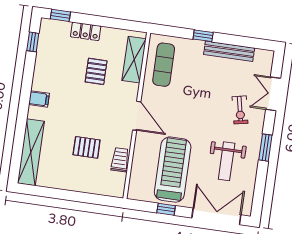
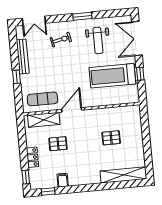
double door: (273, 94) -> (34, 21), moved
filing cabinet: (39, 99) -> (63, 180), moved
door: (137, 116) -> (72, 110), moved
pallet: (87, 147) -> (111, 138), turned 90
trolley: (120, 160) -> (114, 113), removed
weight bench: (227, 161) -> (98, 40), turned 90

